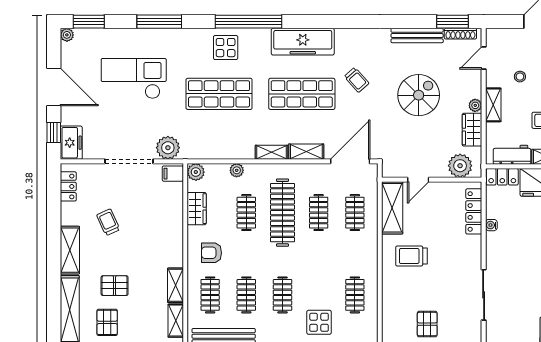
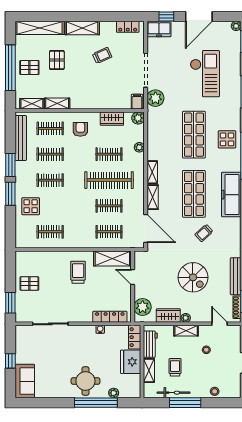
pallet: (107, 322) -> (29, 68), moved

